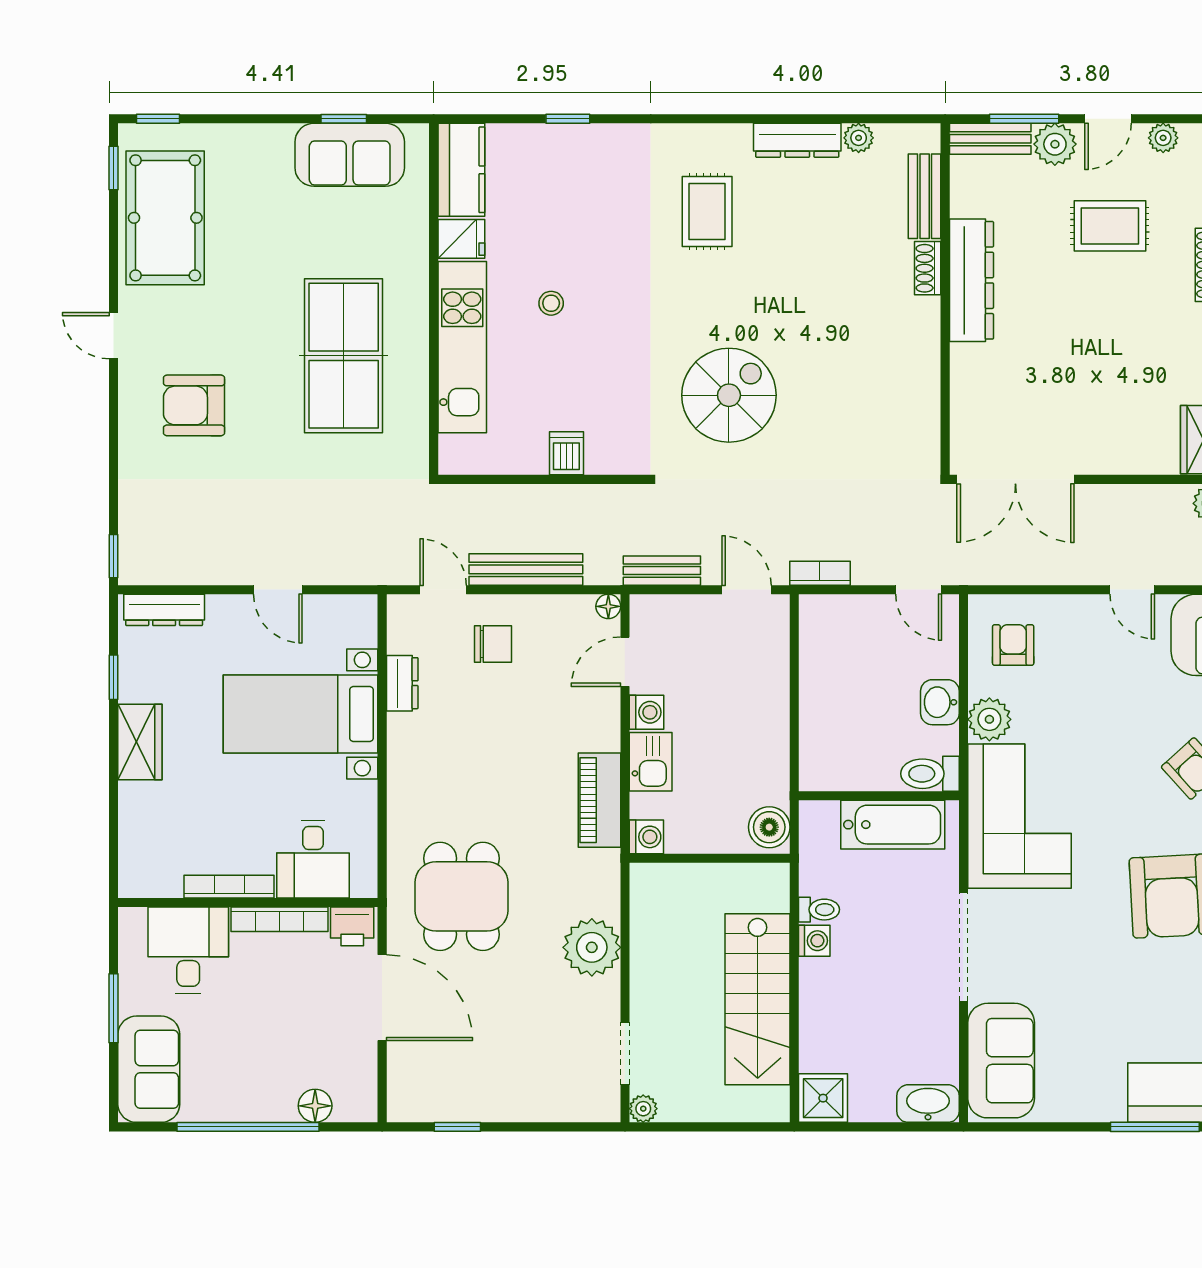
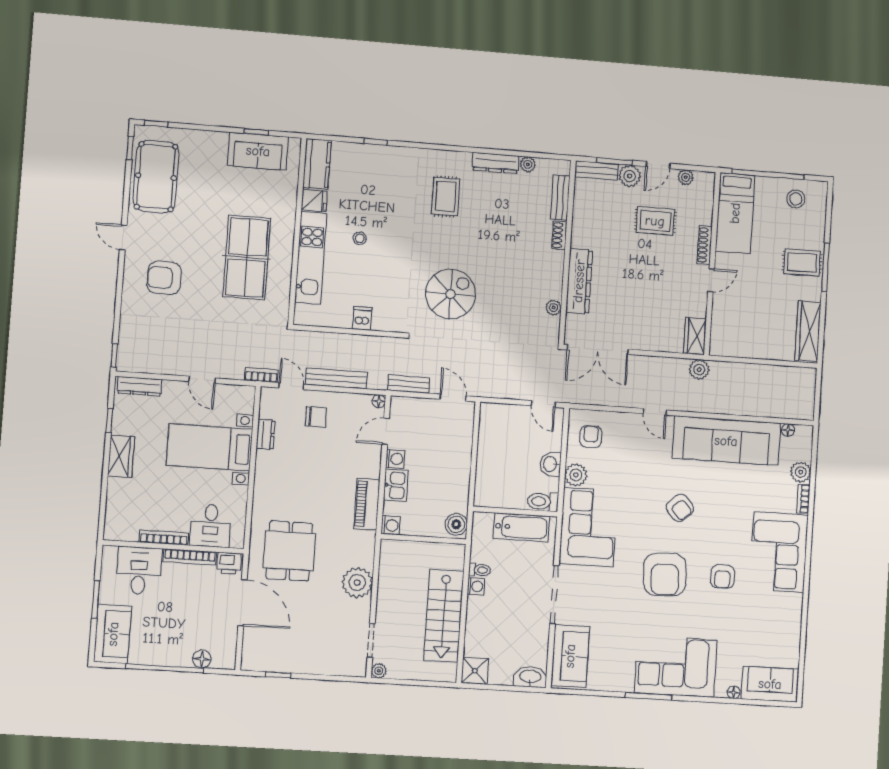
dresser: (971, 280) -> (579, 281), moved
plant: (926, 406) -> (554, 308), added
bookcase: (820, 573) -> (261, 375), moved

